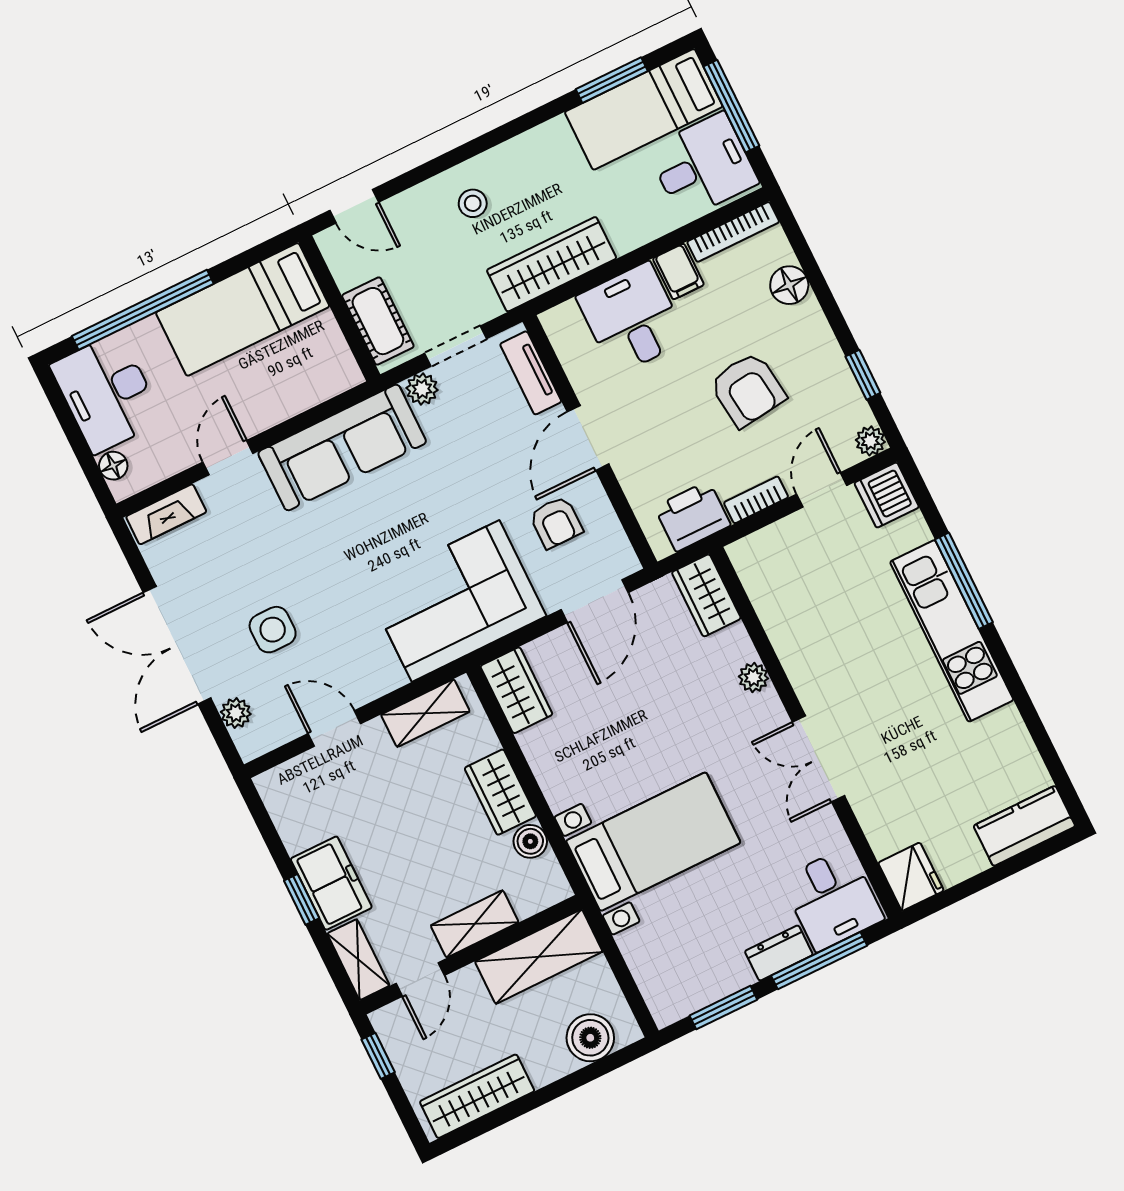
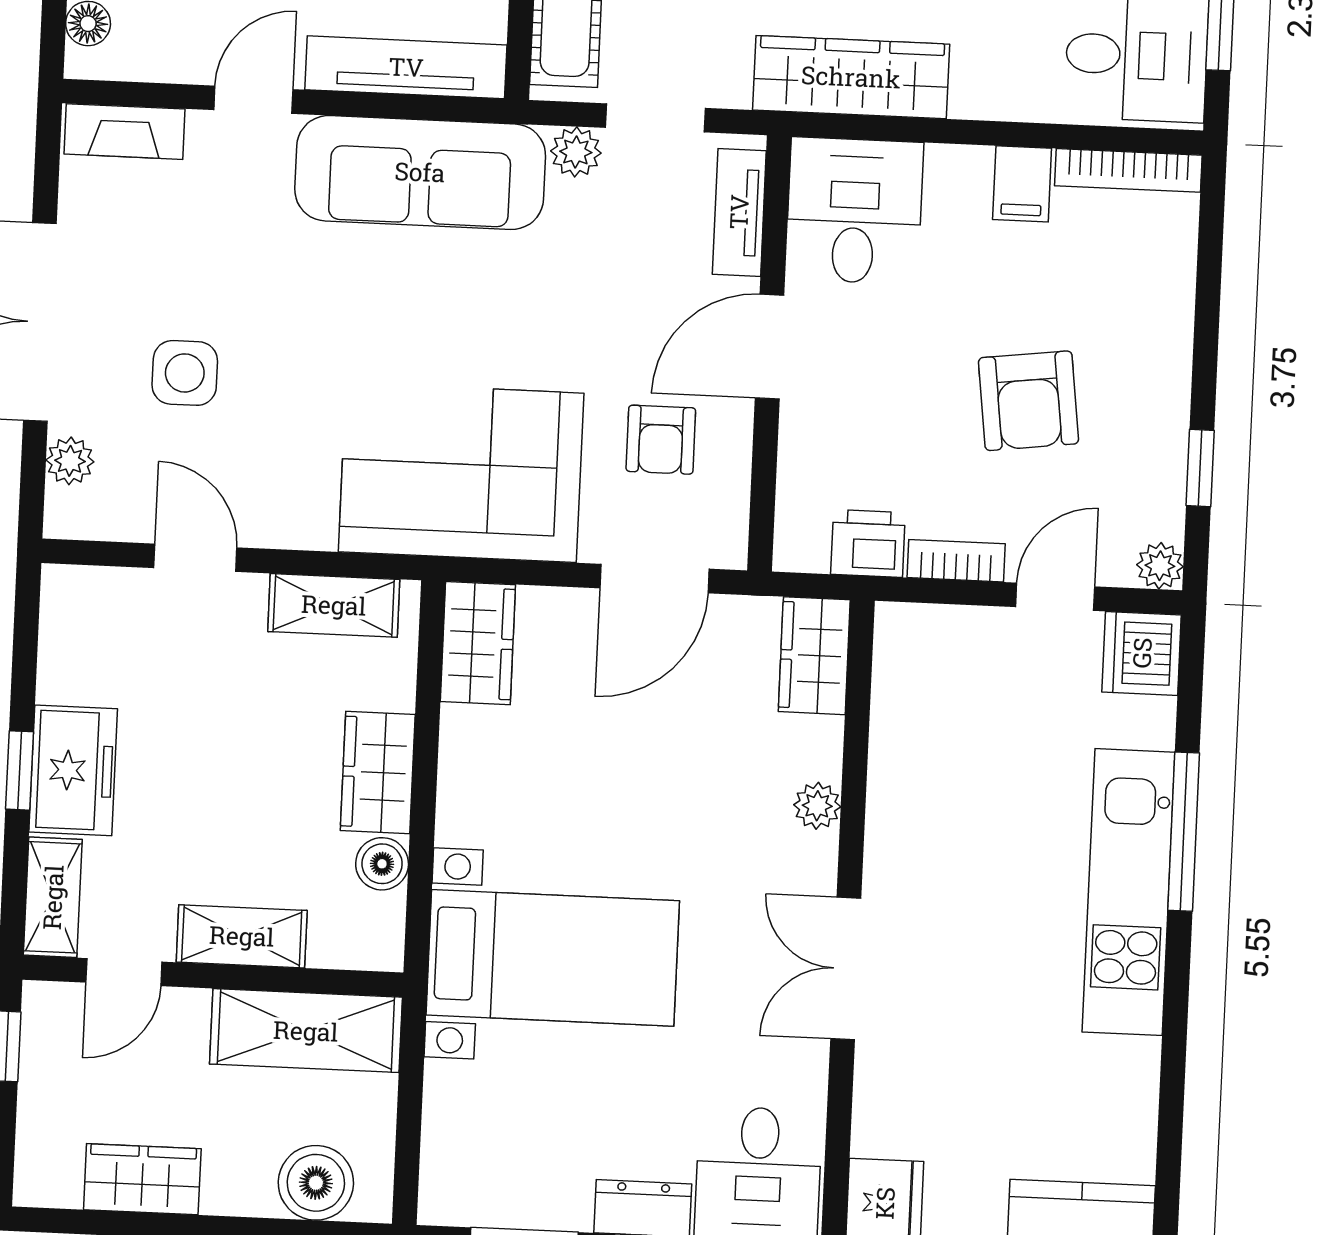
floor lamp: (789, 285) -> (1166, 287), removed
desk: (632, 318) -> (854, 211), moved
tv unit: (302, 394) -> (406, 67), added
printer: (693, 516) -> (868, 543), width x0.73, depth x0.81
wardrobe: (477, 1096) -> (142, 1179), width x0.67

